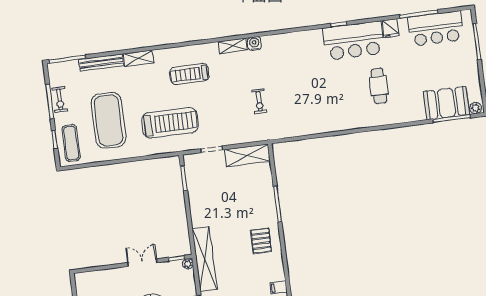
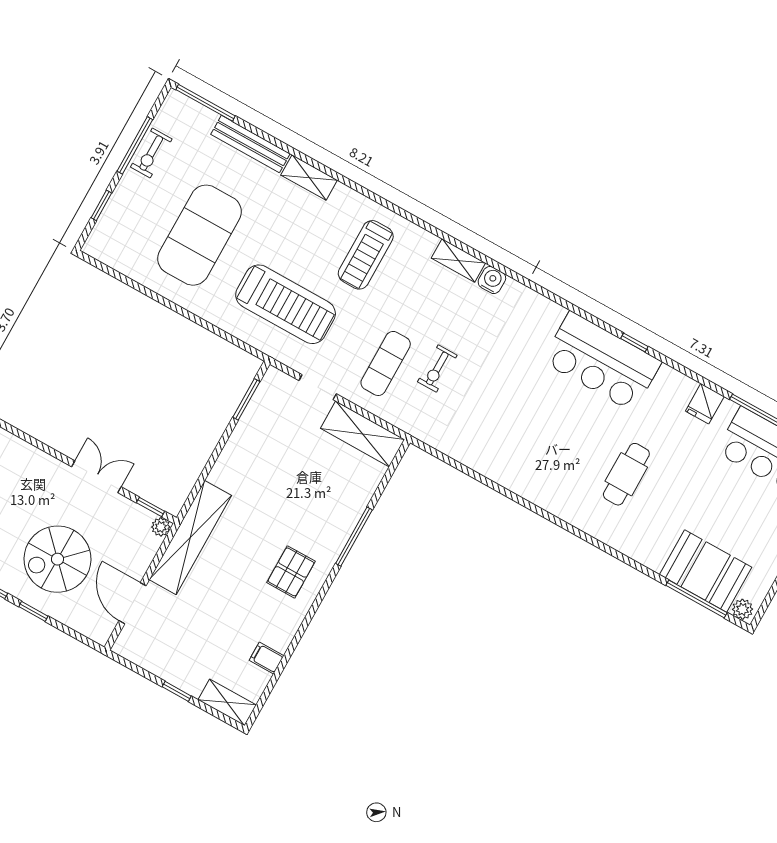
bar counter: (354, 41) -> (602, 361), moved
treadmill: (189, 74) -> (366, 255), turned -90
exercise mat: (71, 143) -> (386, 363), moved

